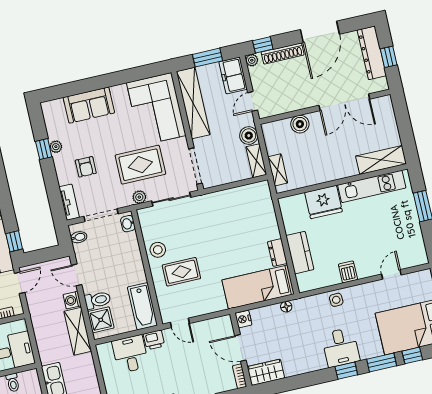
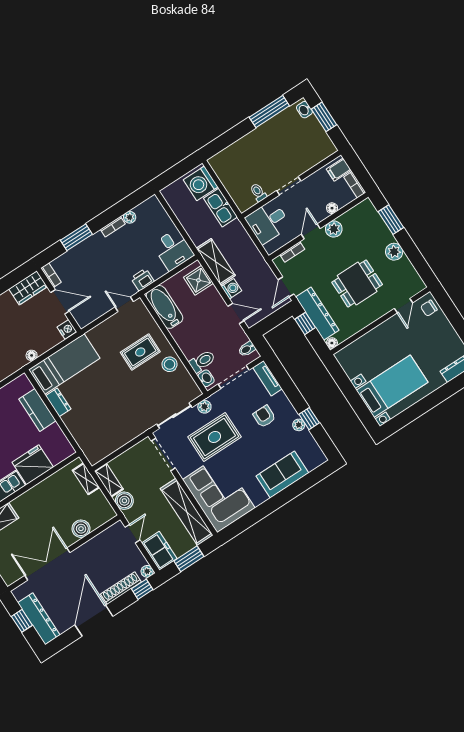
toilet: (98, 300) -> (202, 361), moved, turned 180
desk: (130, 354) -> (173, 250), moved

